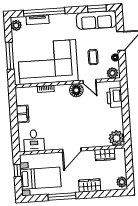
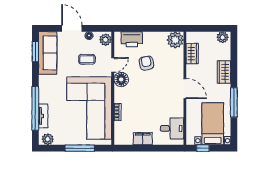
armchair: (93, 113) -> (146, 63), added

